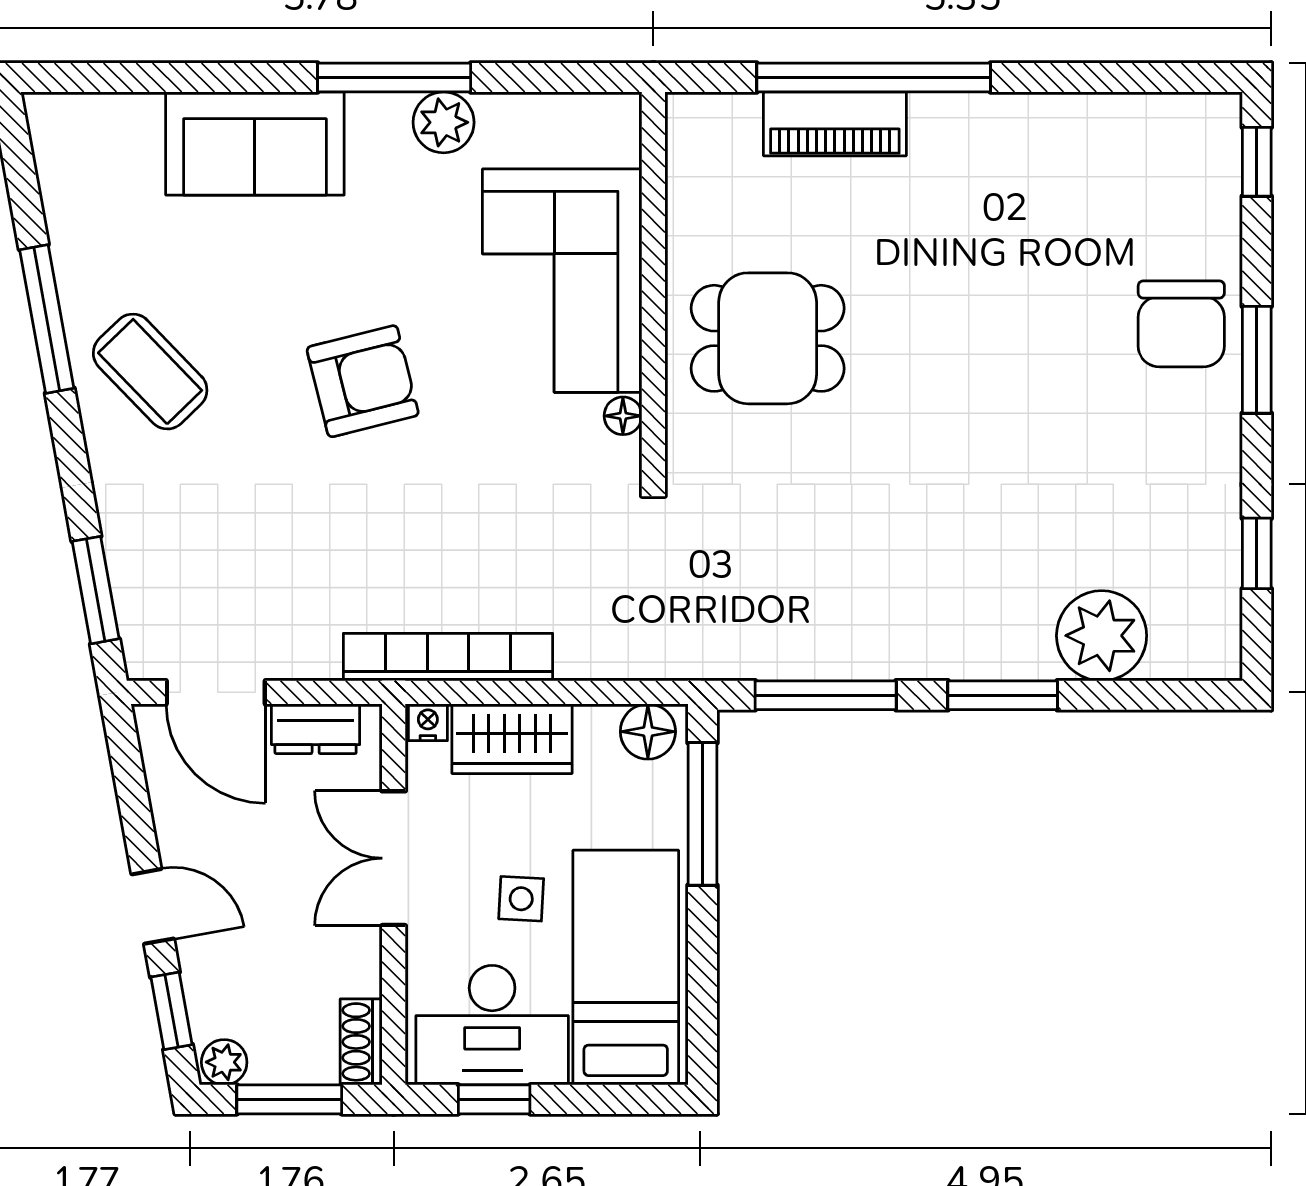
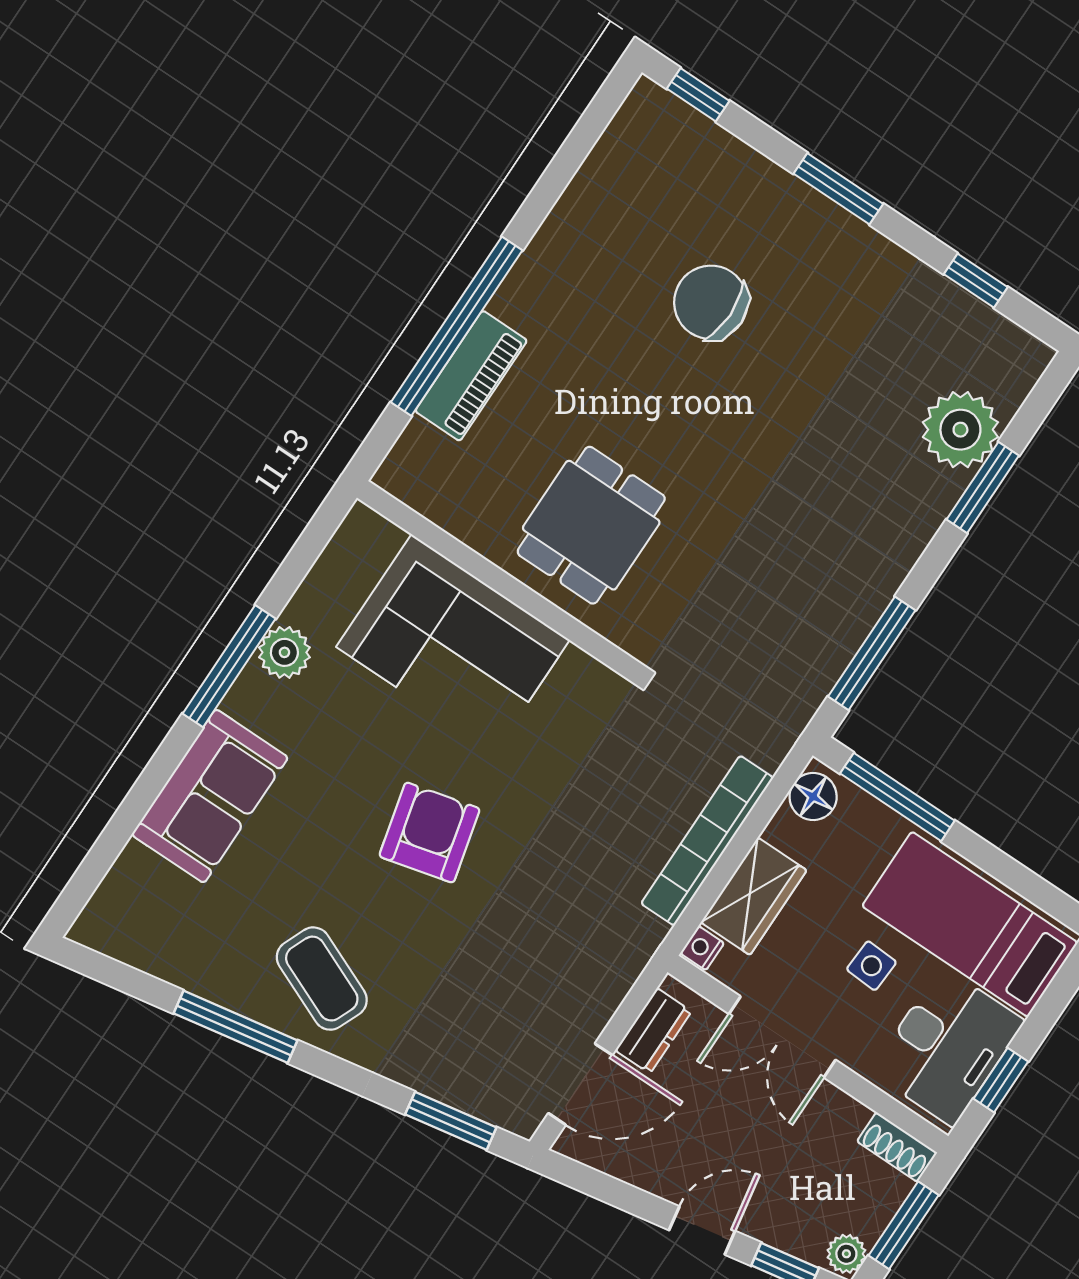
chair: (1181, 324) -> (711, 302), moved, turned 180
coffee table: (150, 372) -> (322, 979), turned 67
floor lamp: (623, 416) -> (578, 664), removed
bookcase: (448, 657) -> (707, 841), moved
window: (1003, 695) -> (983, 488), moved

